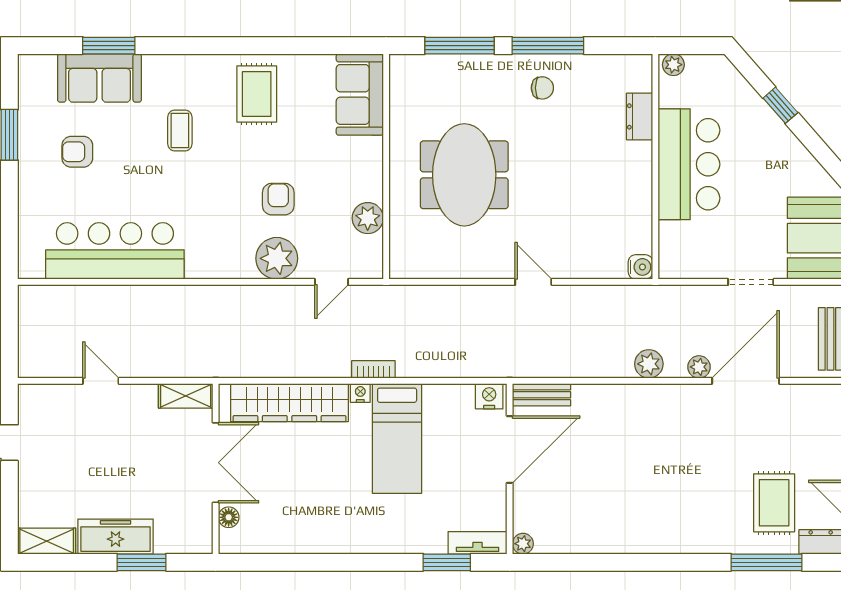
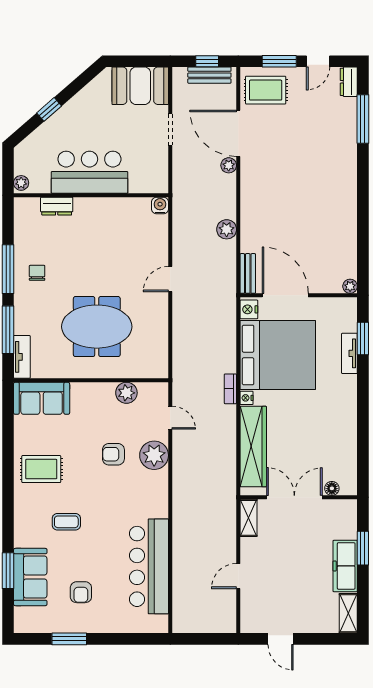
tv unit: (420, 66) -> (22, 357), added
plant: (649, 364) -> (227, 229), moved
bed: (397, 438) -> (278, 355), width x2.04
rug: (774, 503) -> (266, 90), moved
tv unit: (478, 543) -> (349, 353), moved

